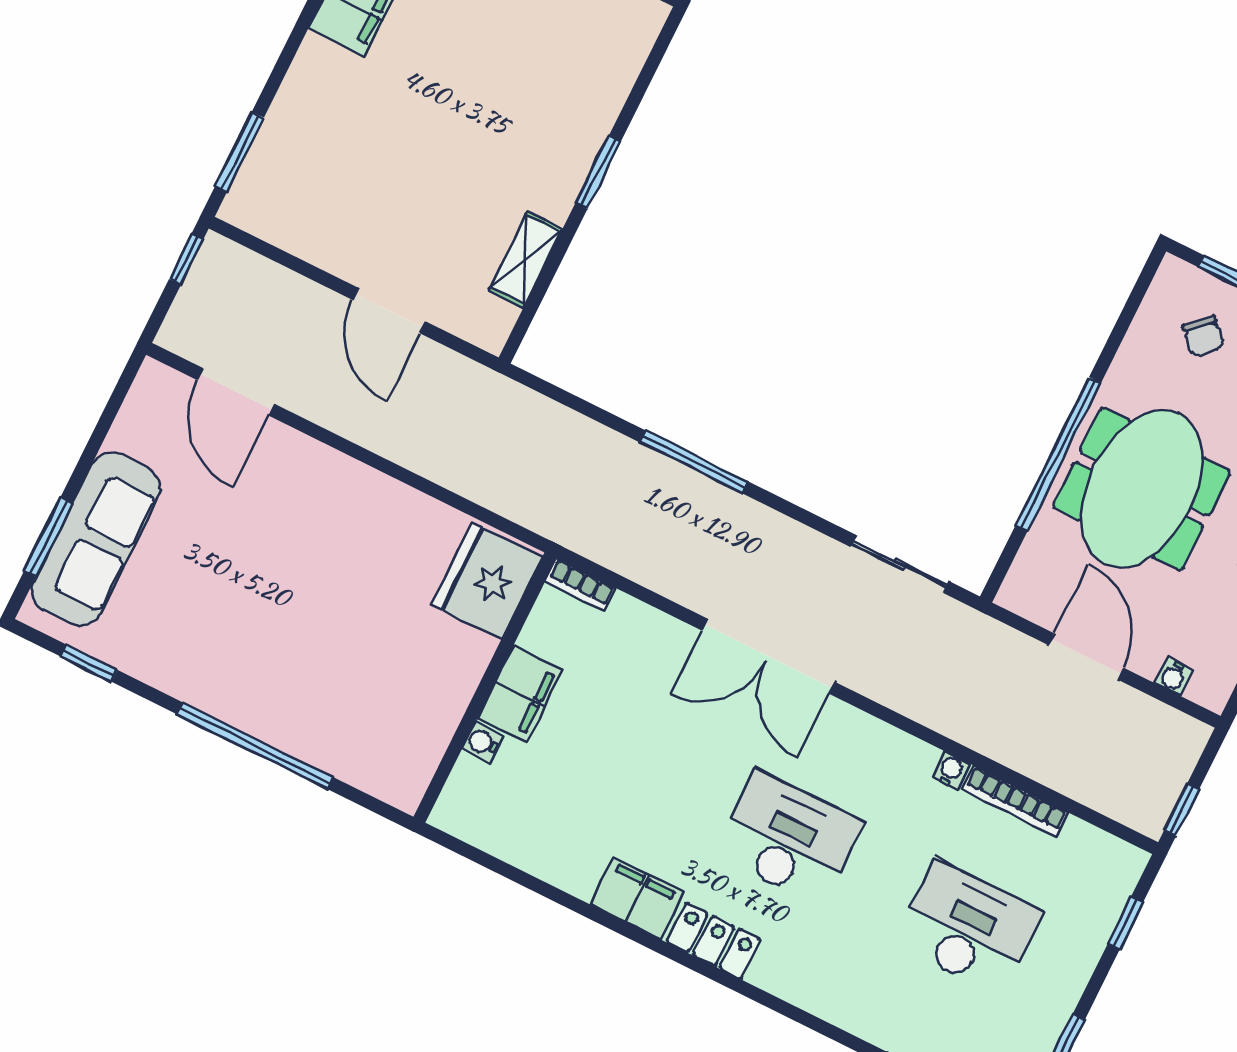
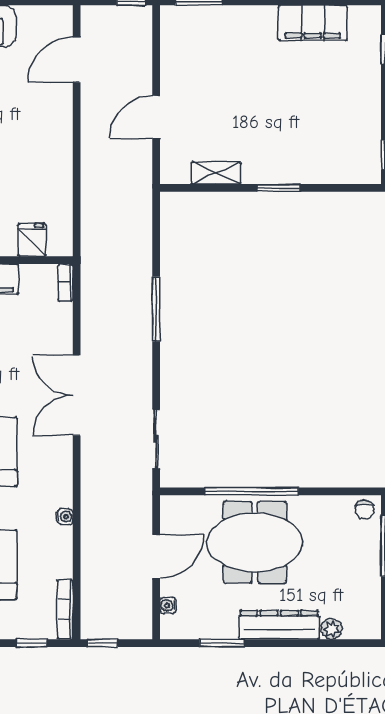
chair: (1203, 336) -> (365, 509), moved, turned -46
fridge: (487, 581) -> (32, 240), width x0.53, depth x0.75
bookcase: (1015, 801) -> (65, 609), moved

